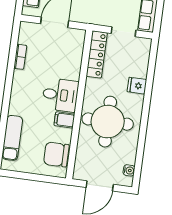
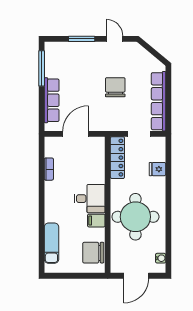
fridge: (137, 86) -> (158, 169), moved

